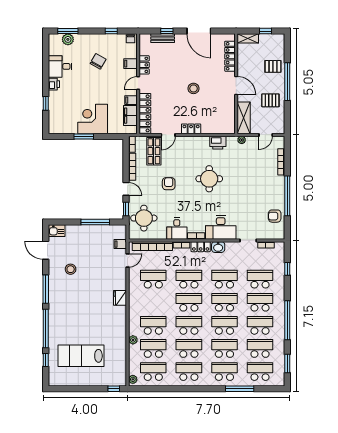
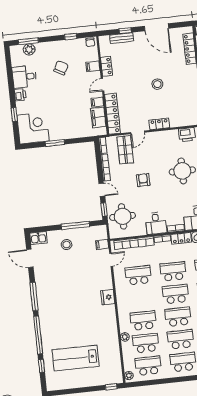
corner desk: (93, 119) -> (33, 128), moved, turned 90
stool: (71, 269) -> (67, 245), moved

